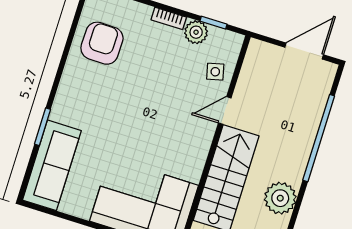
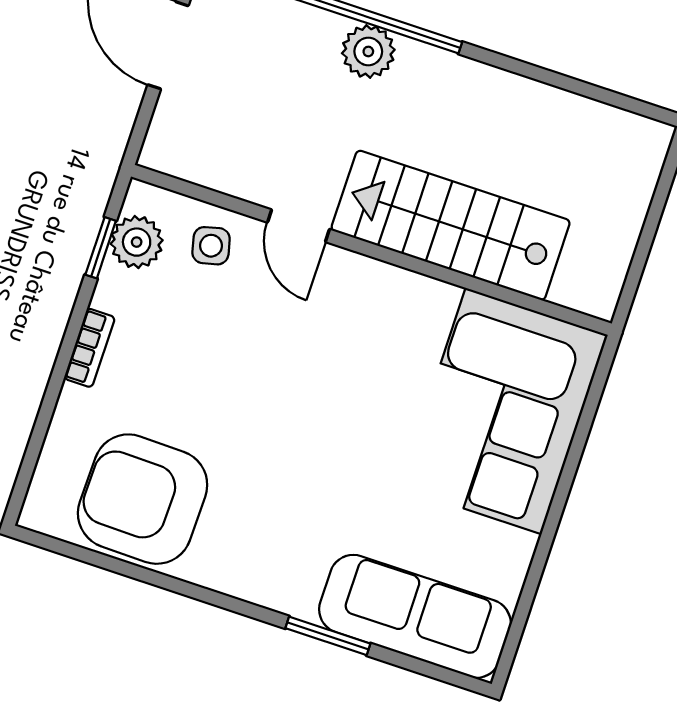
plant: (196, 32) -> (137, 242), moved
armchair: (102, 43) -> (143, 499), width x1.36, depth x1.36
plant: (280, 198) -> (368, 51), moved, width x0.73, depth x0.73

